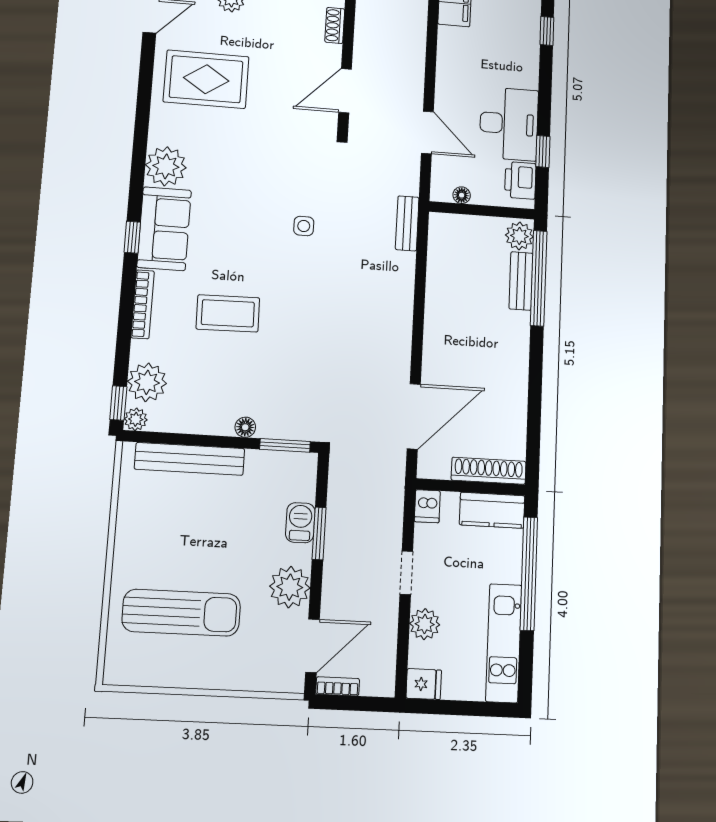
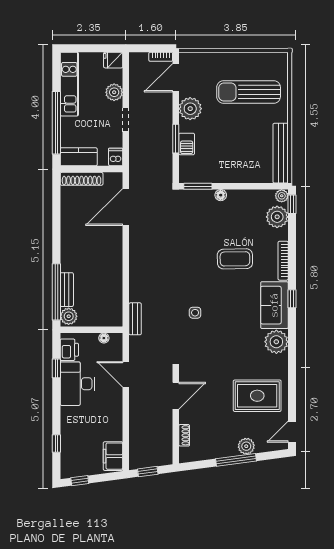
bench: (190, 459) -> (281, 153), moved, turned 90

